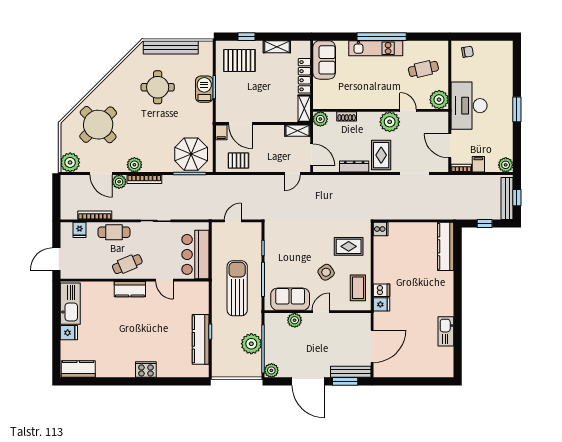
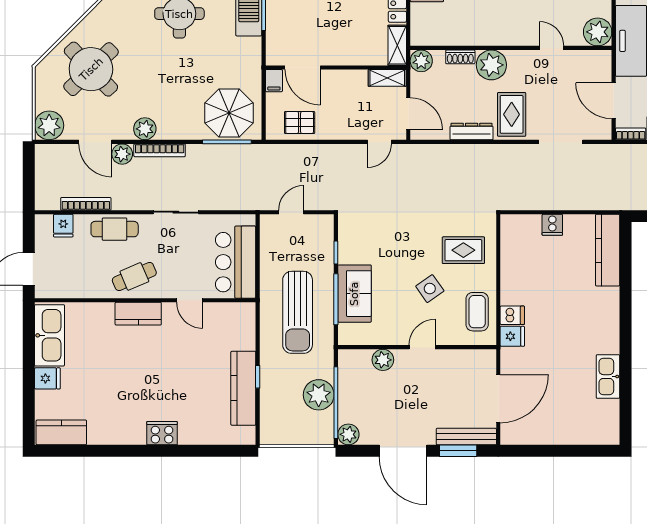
plant: (390, 122) -> (491, 65), moved
cooker: (381, 229) -> (552, 225), moved, turned 90
sun lounger: (237, 288) -> (298, 312), turned 180
sofa: (290, 299) -> (354, 294), moved, turned 90

